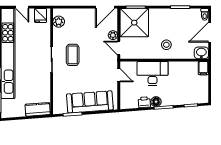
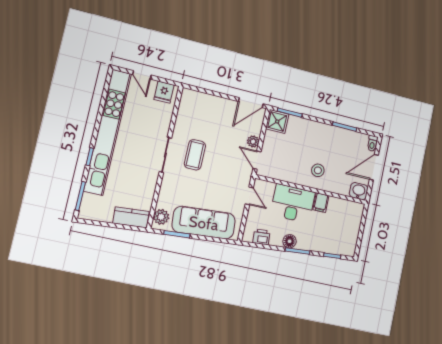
plant: (59, 22) -> (161, 217), moved
shower: (134, 23) -> (277, 121), width x0.54, depth x0.54
filing cabinet: (203, 68) -> (321, 203), moved
printer: (144, 102) -> (261, 237), moved

